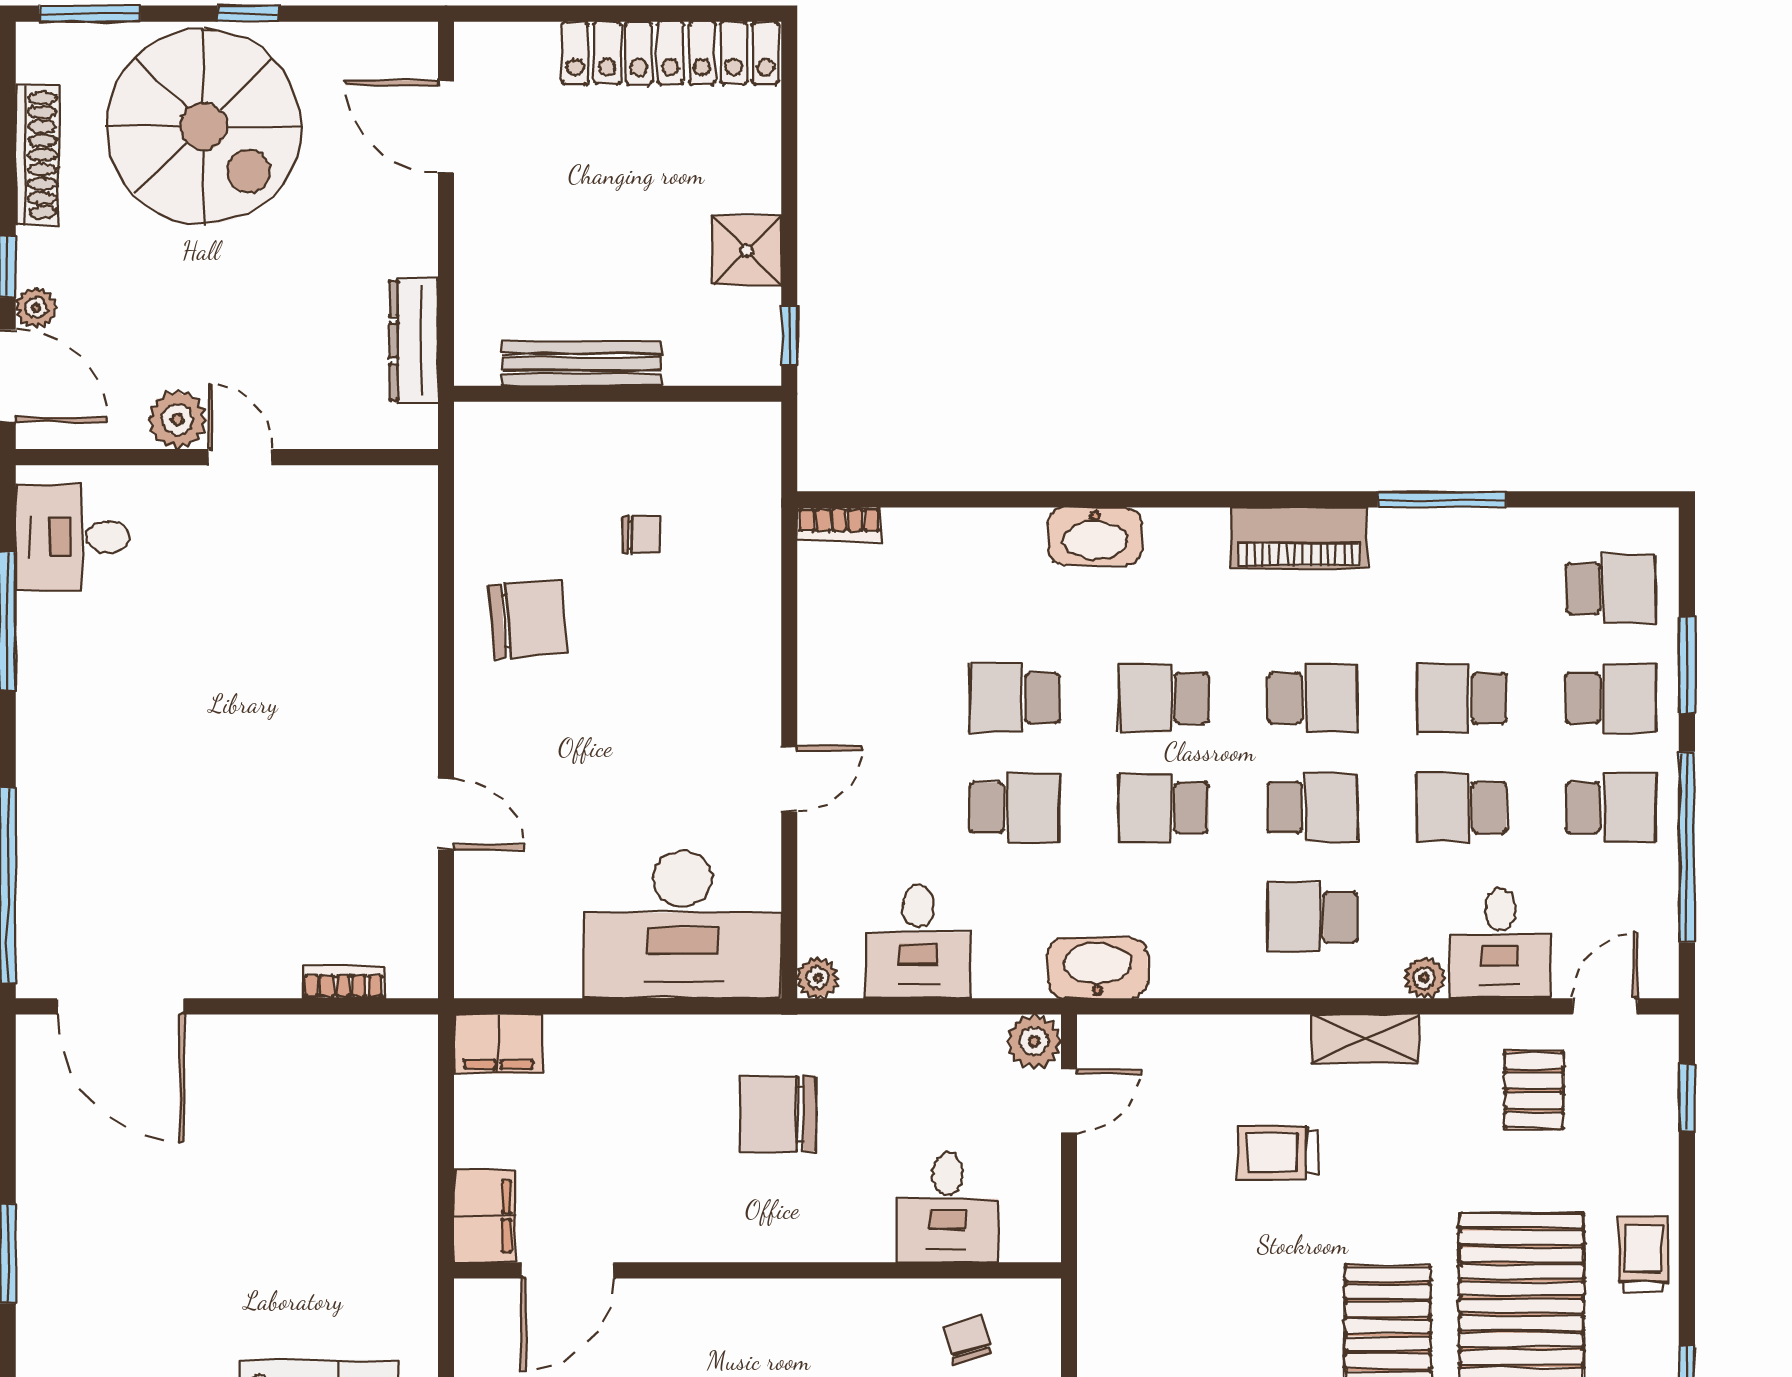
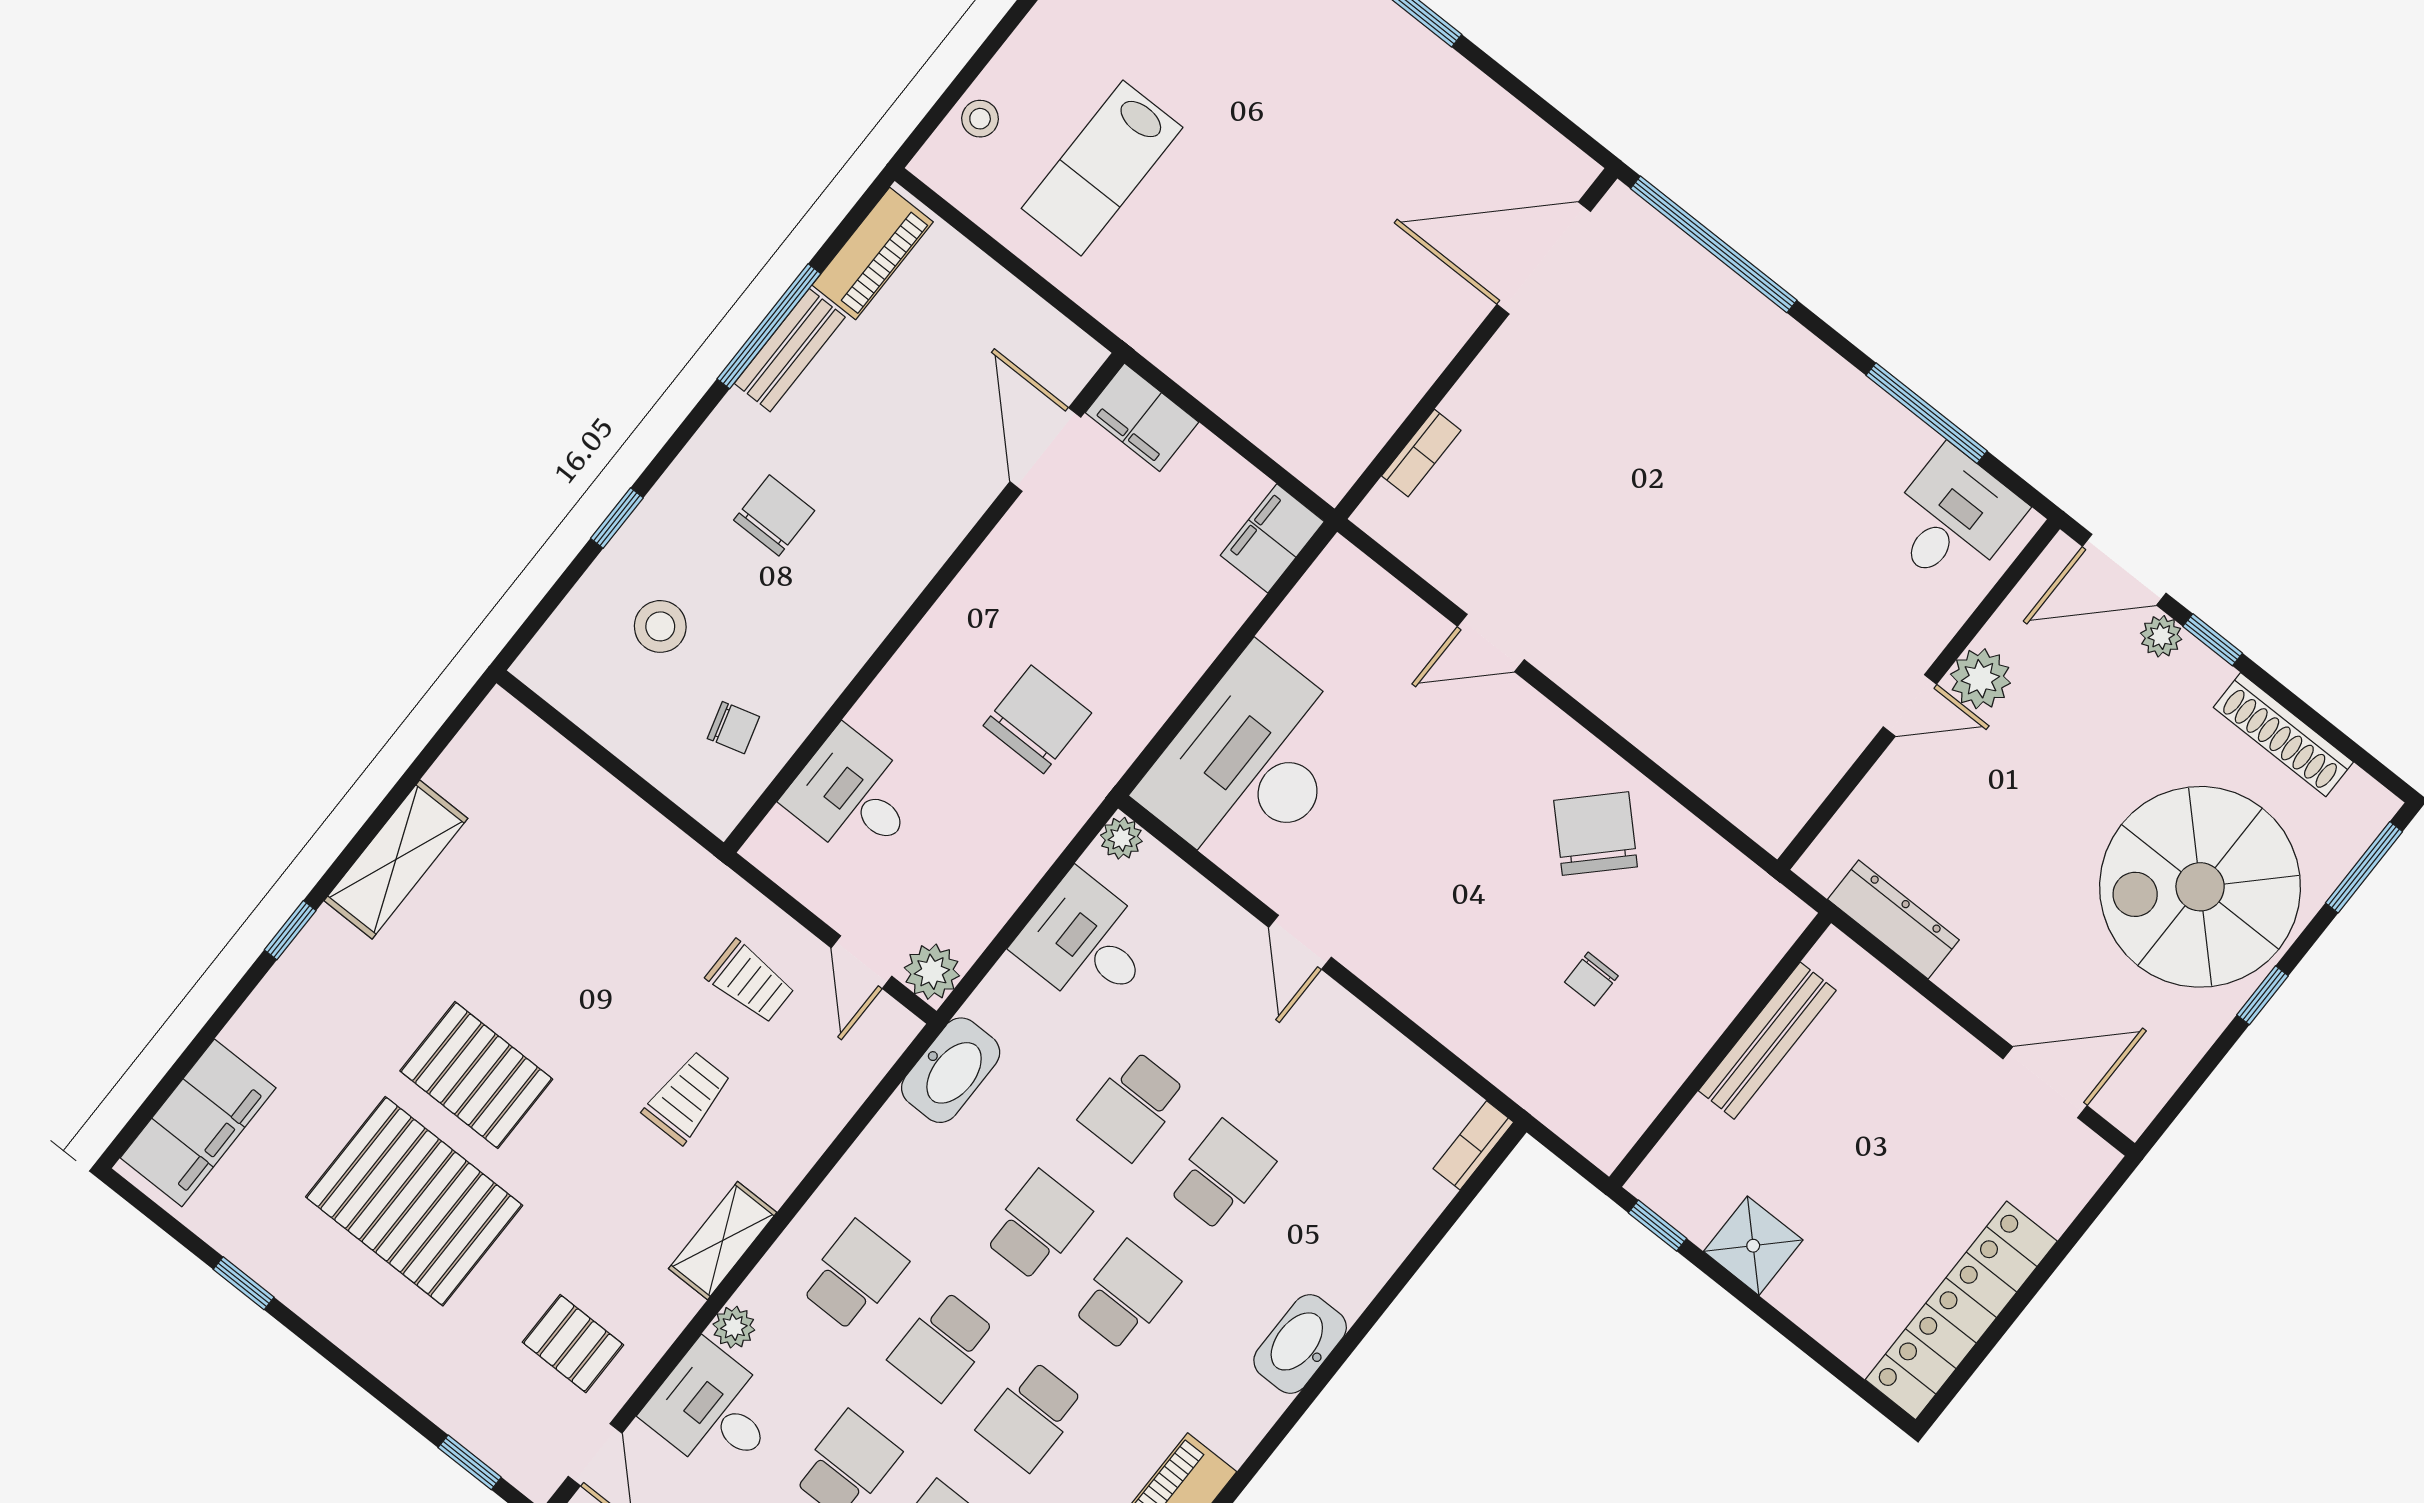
chair: (528, 619) -> (1596, 834), turned 139
trolley: (1643, 1254) -> (750, 982), moved

